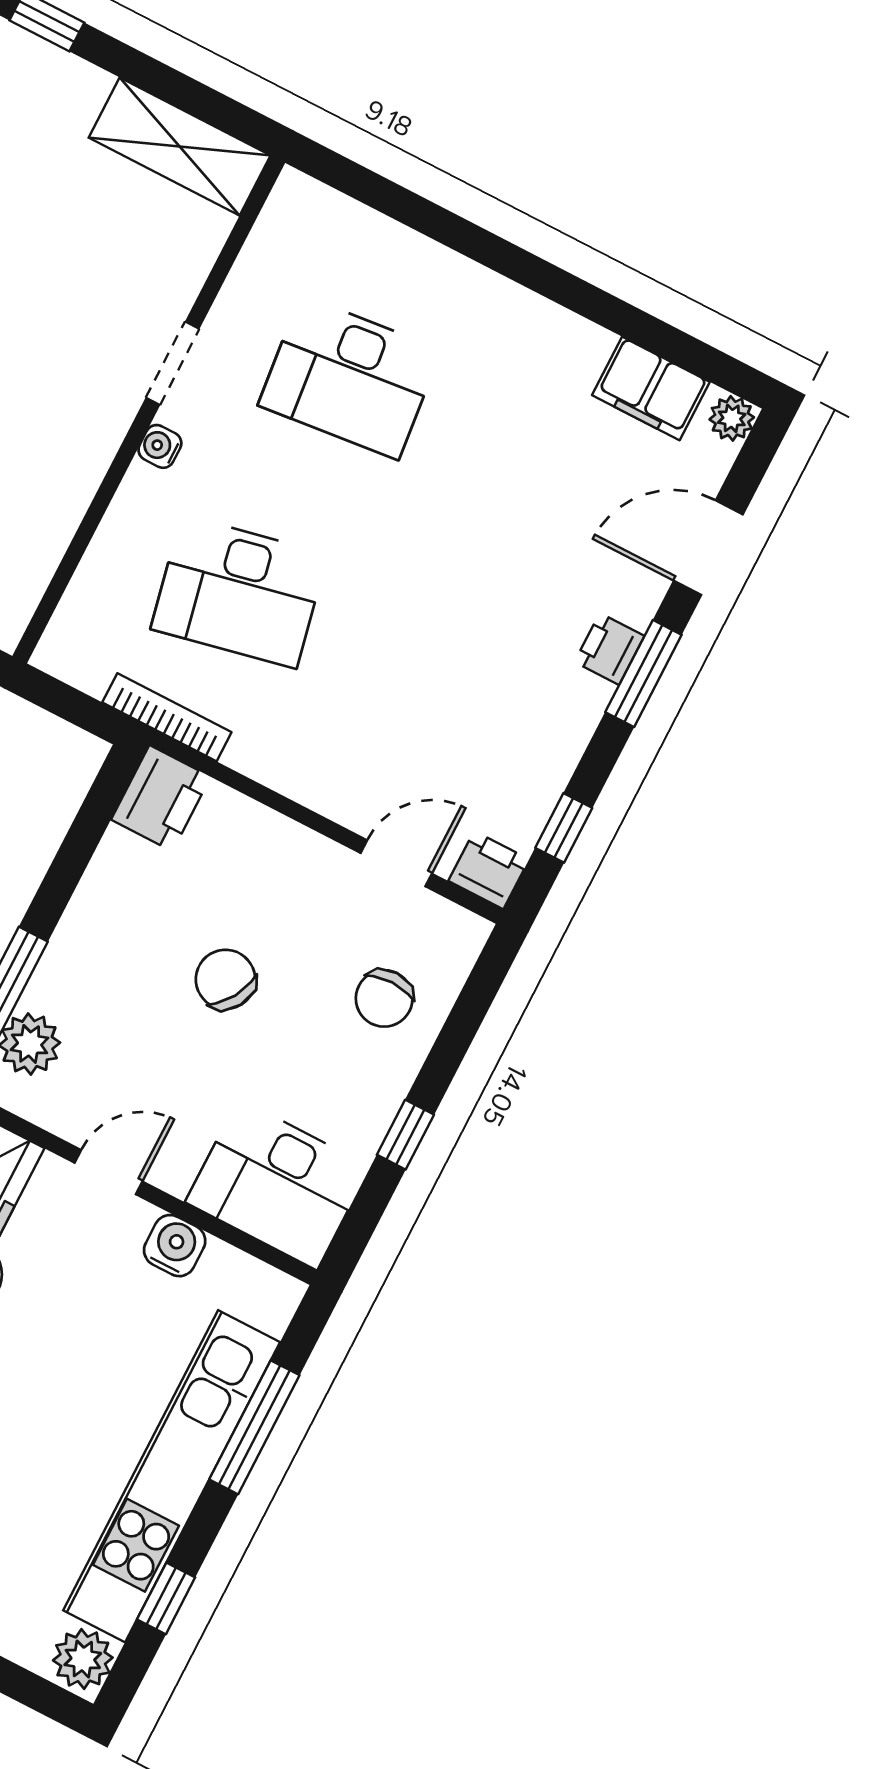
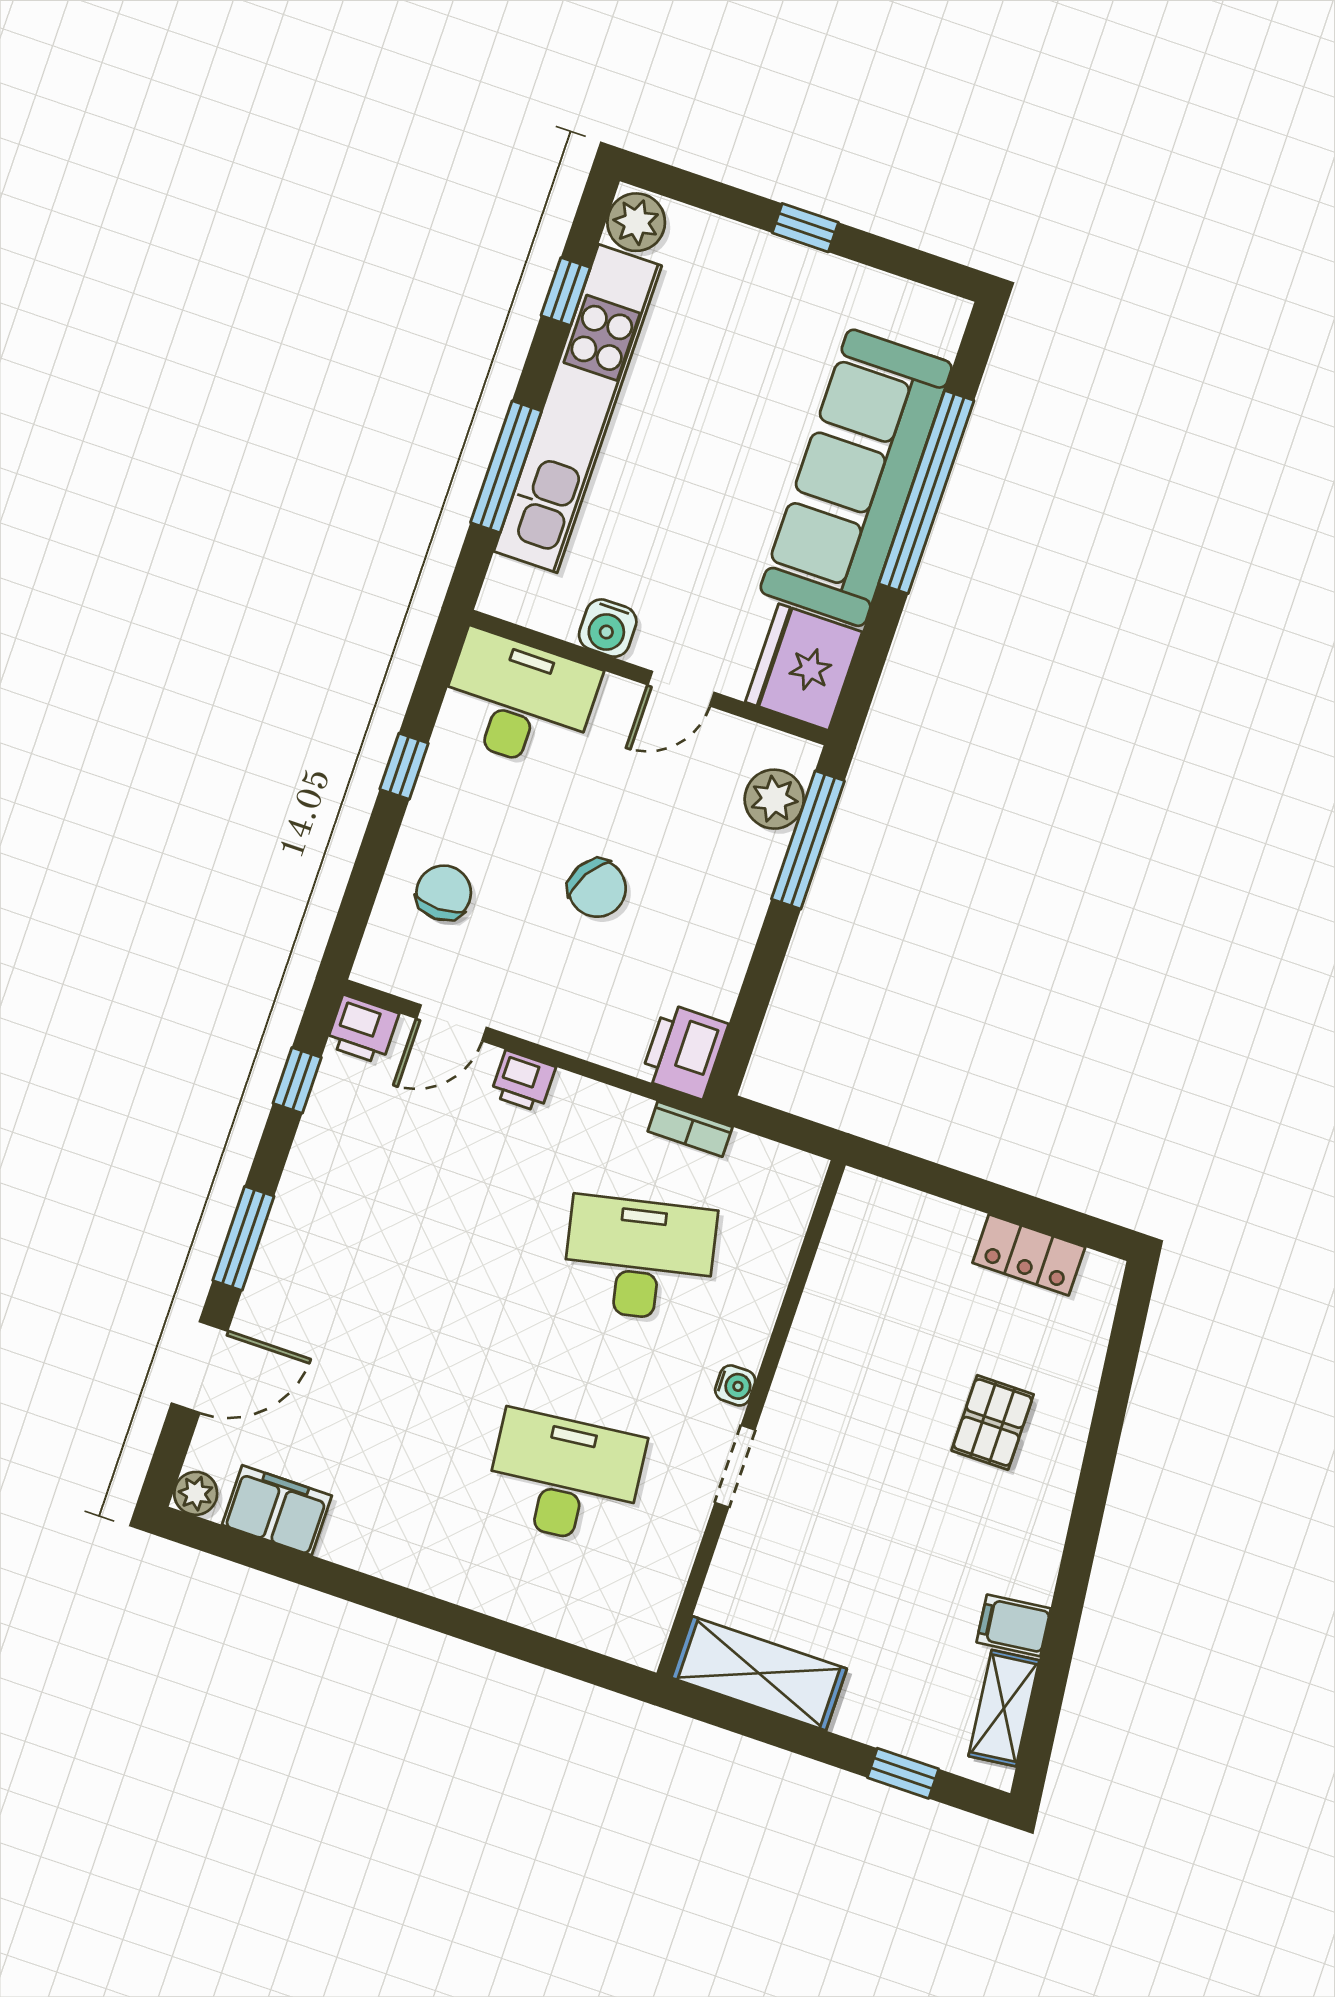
printer: (609, 649) -> (523, 1081), moved, turned 90
bookcase: (167, 717) -> (690, 1129), width x0.64

